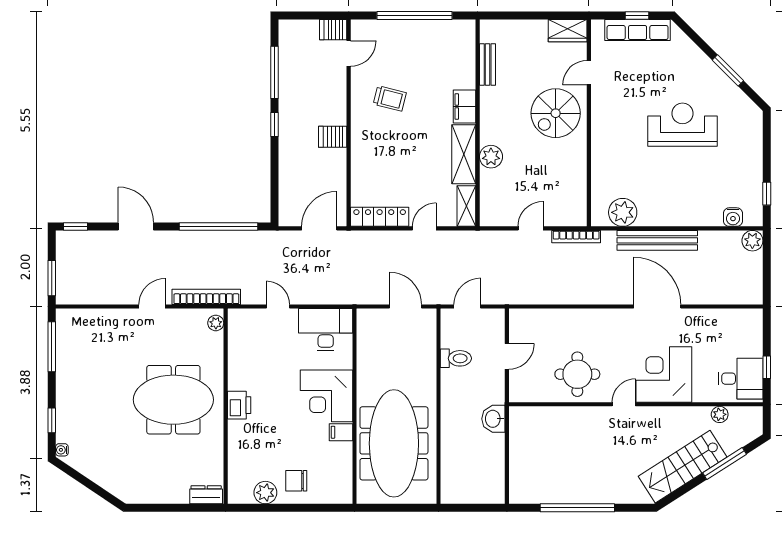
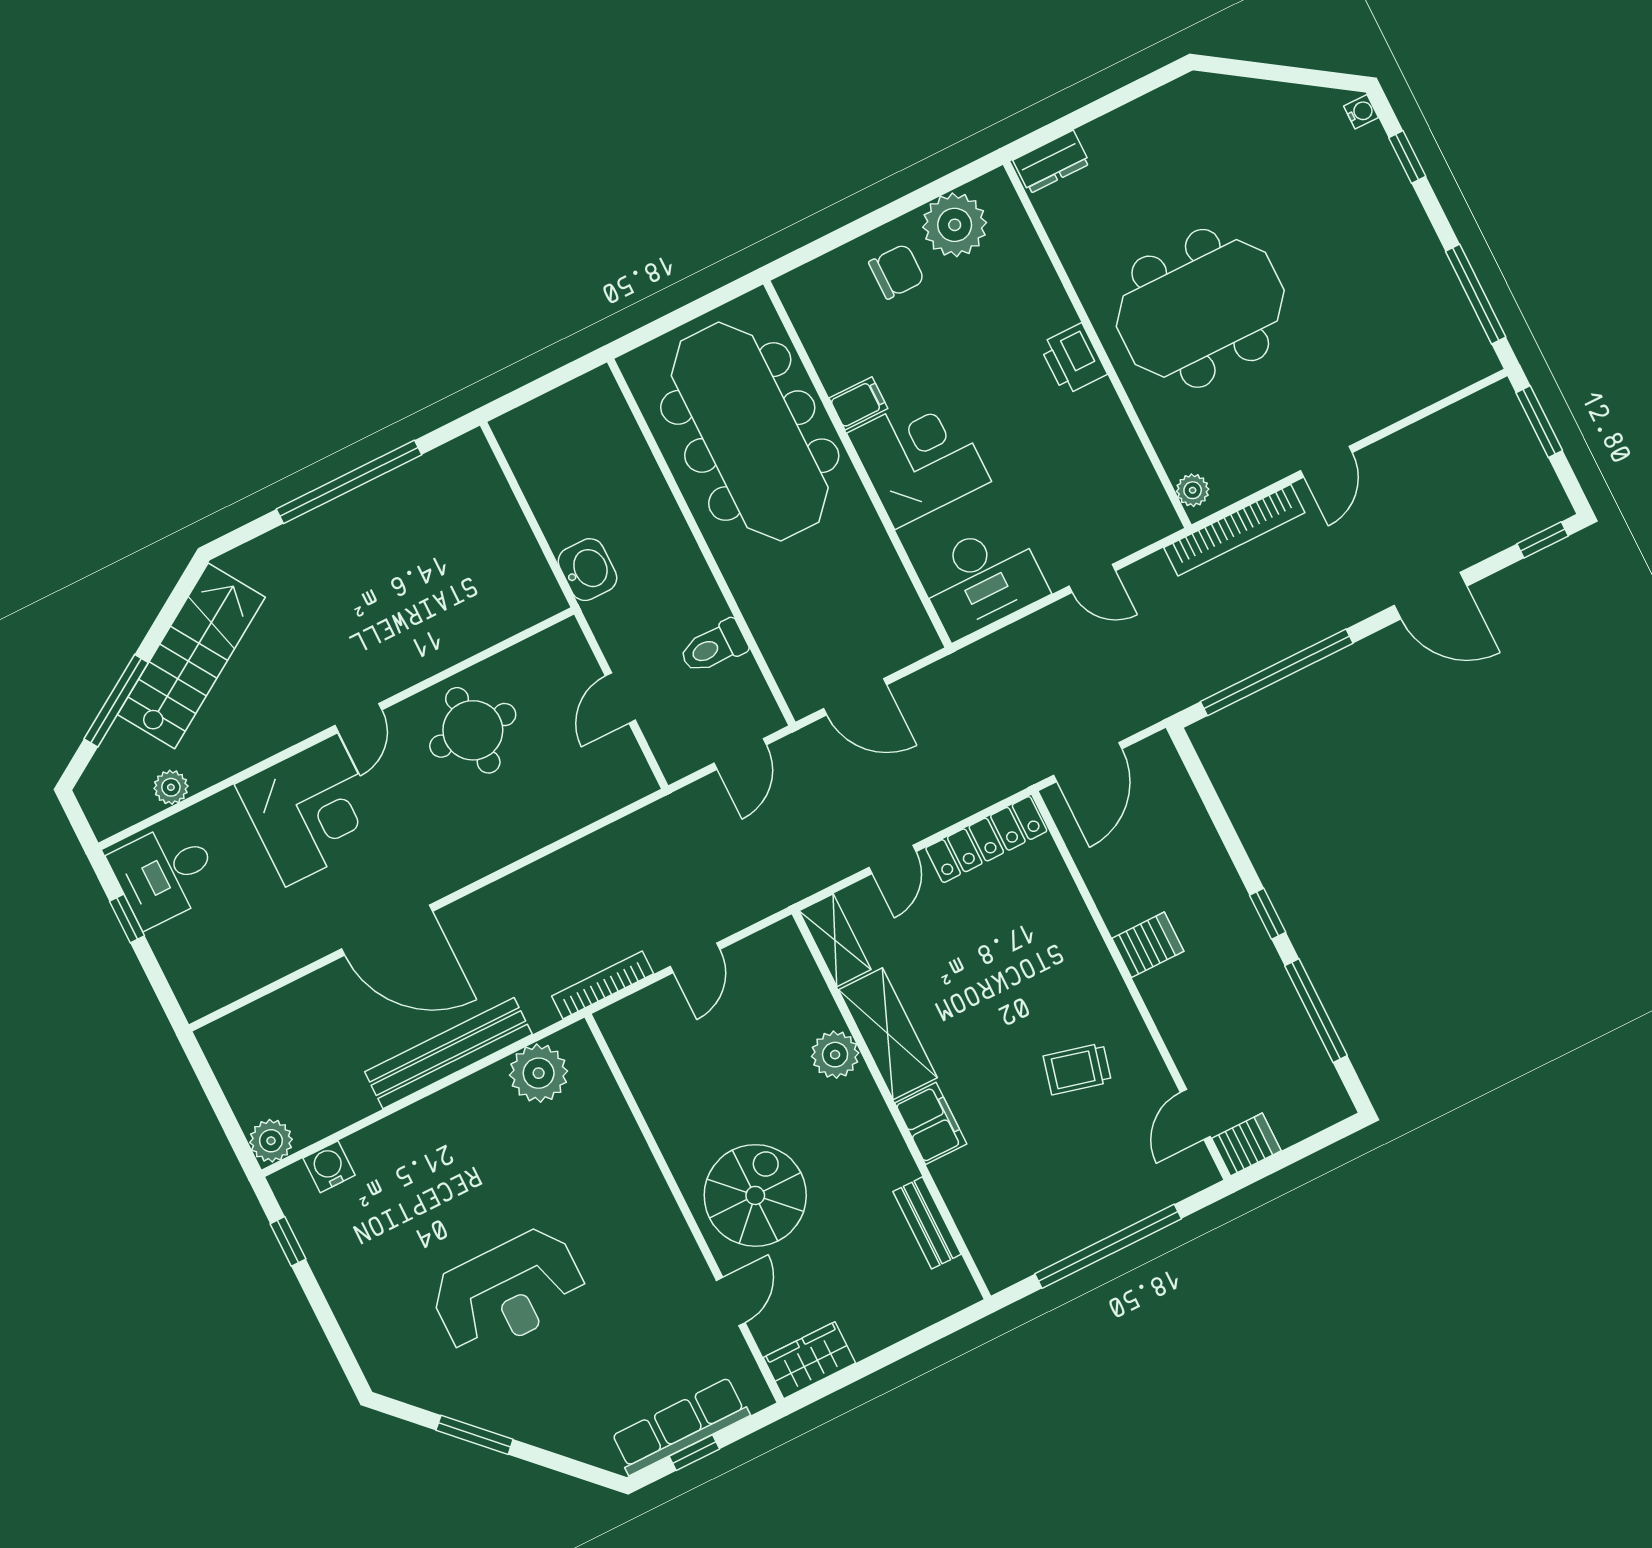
plant: (265, 493) -> (955, 225), width x1.36, depth x1.36

